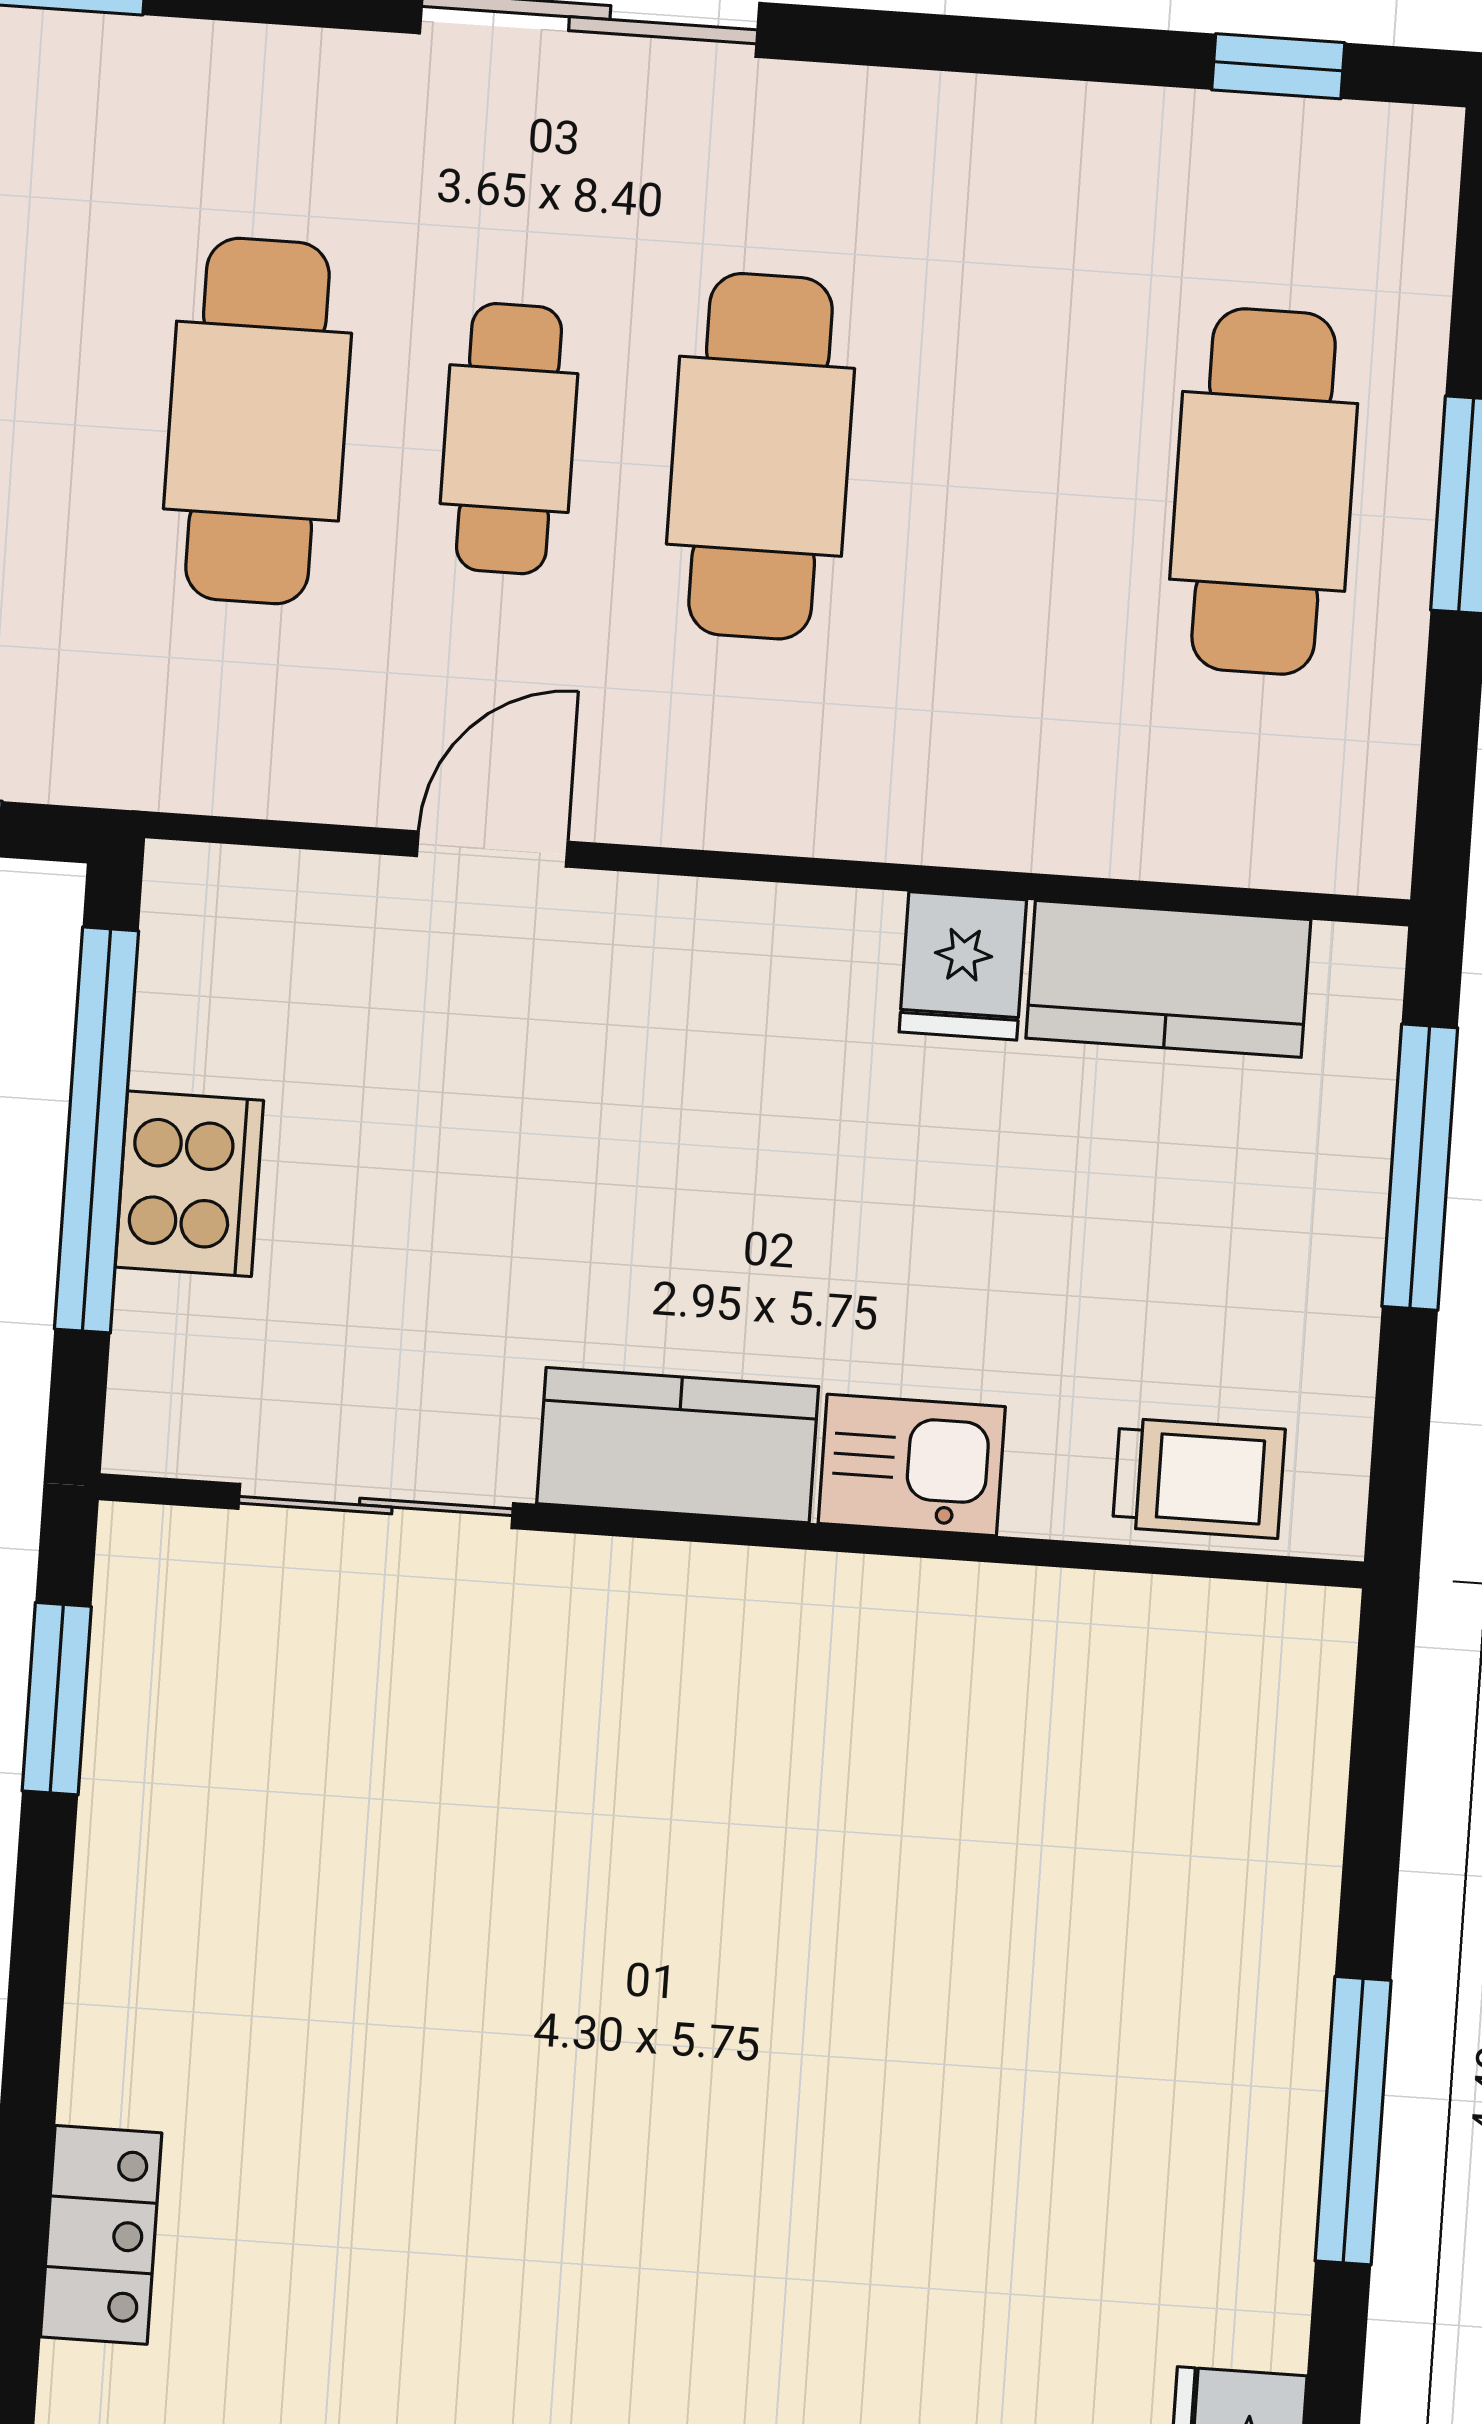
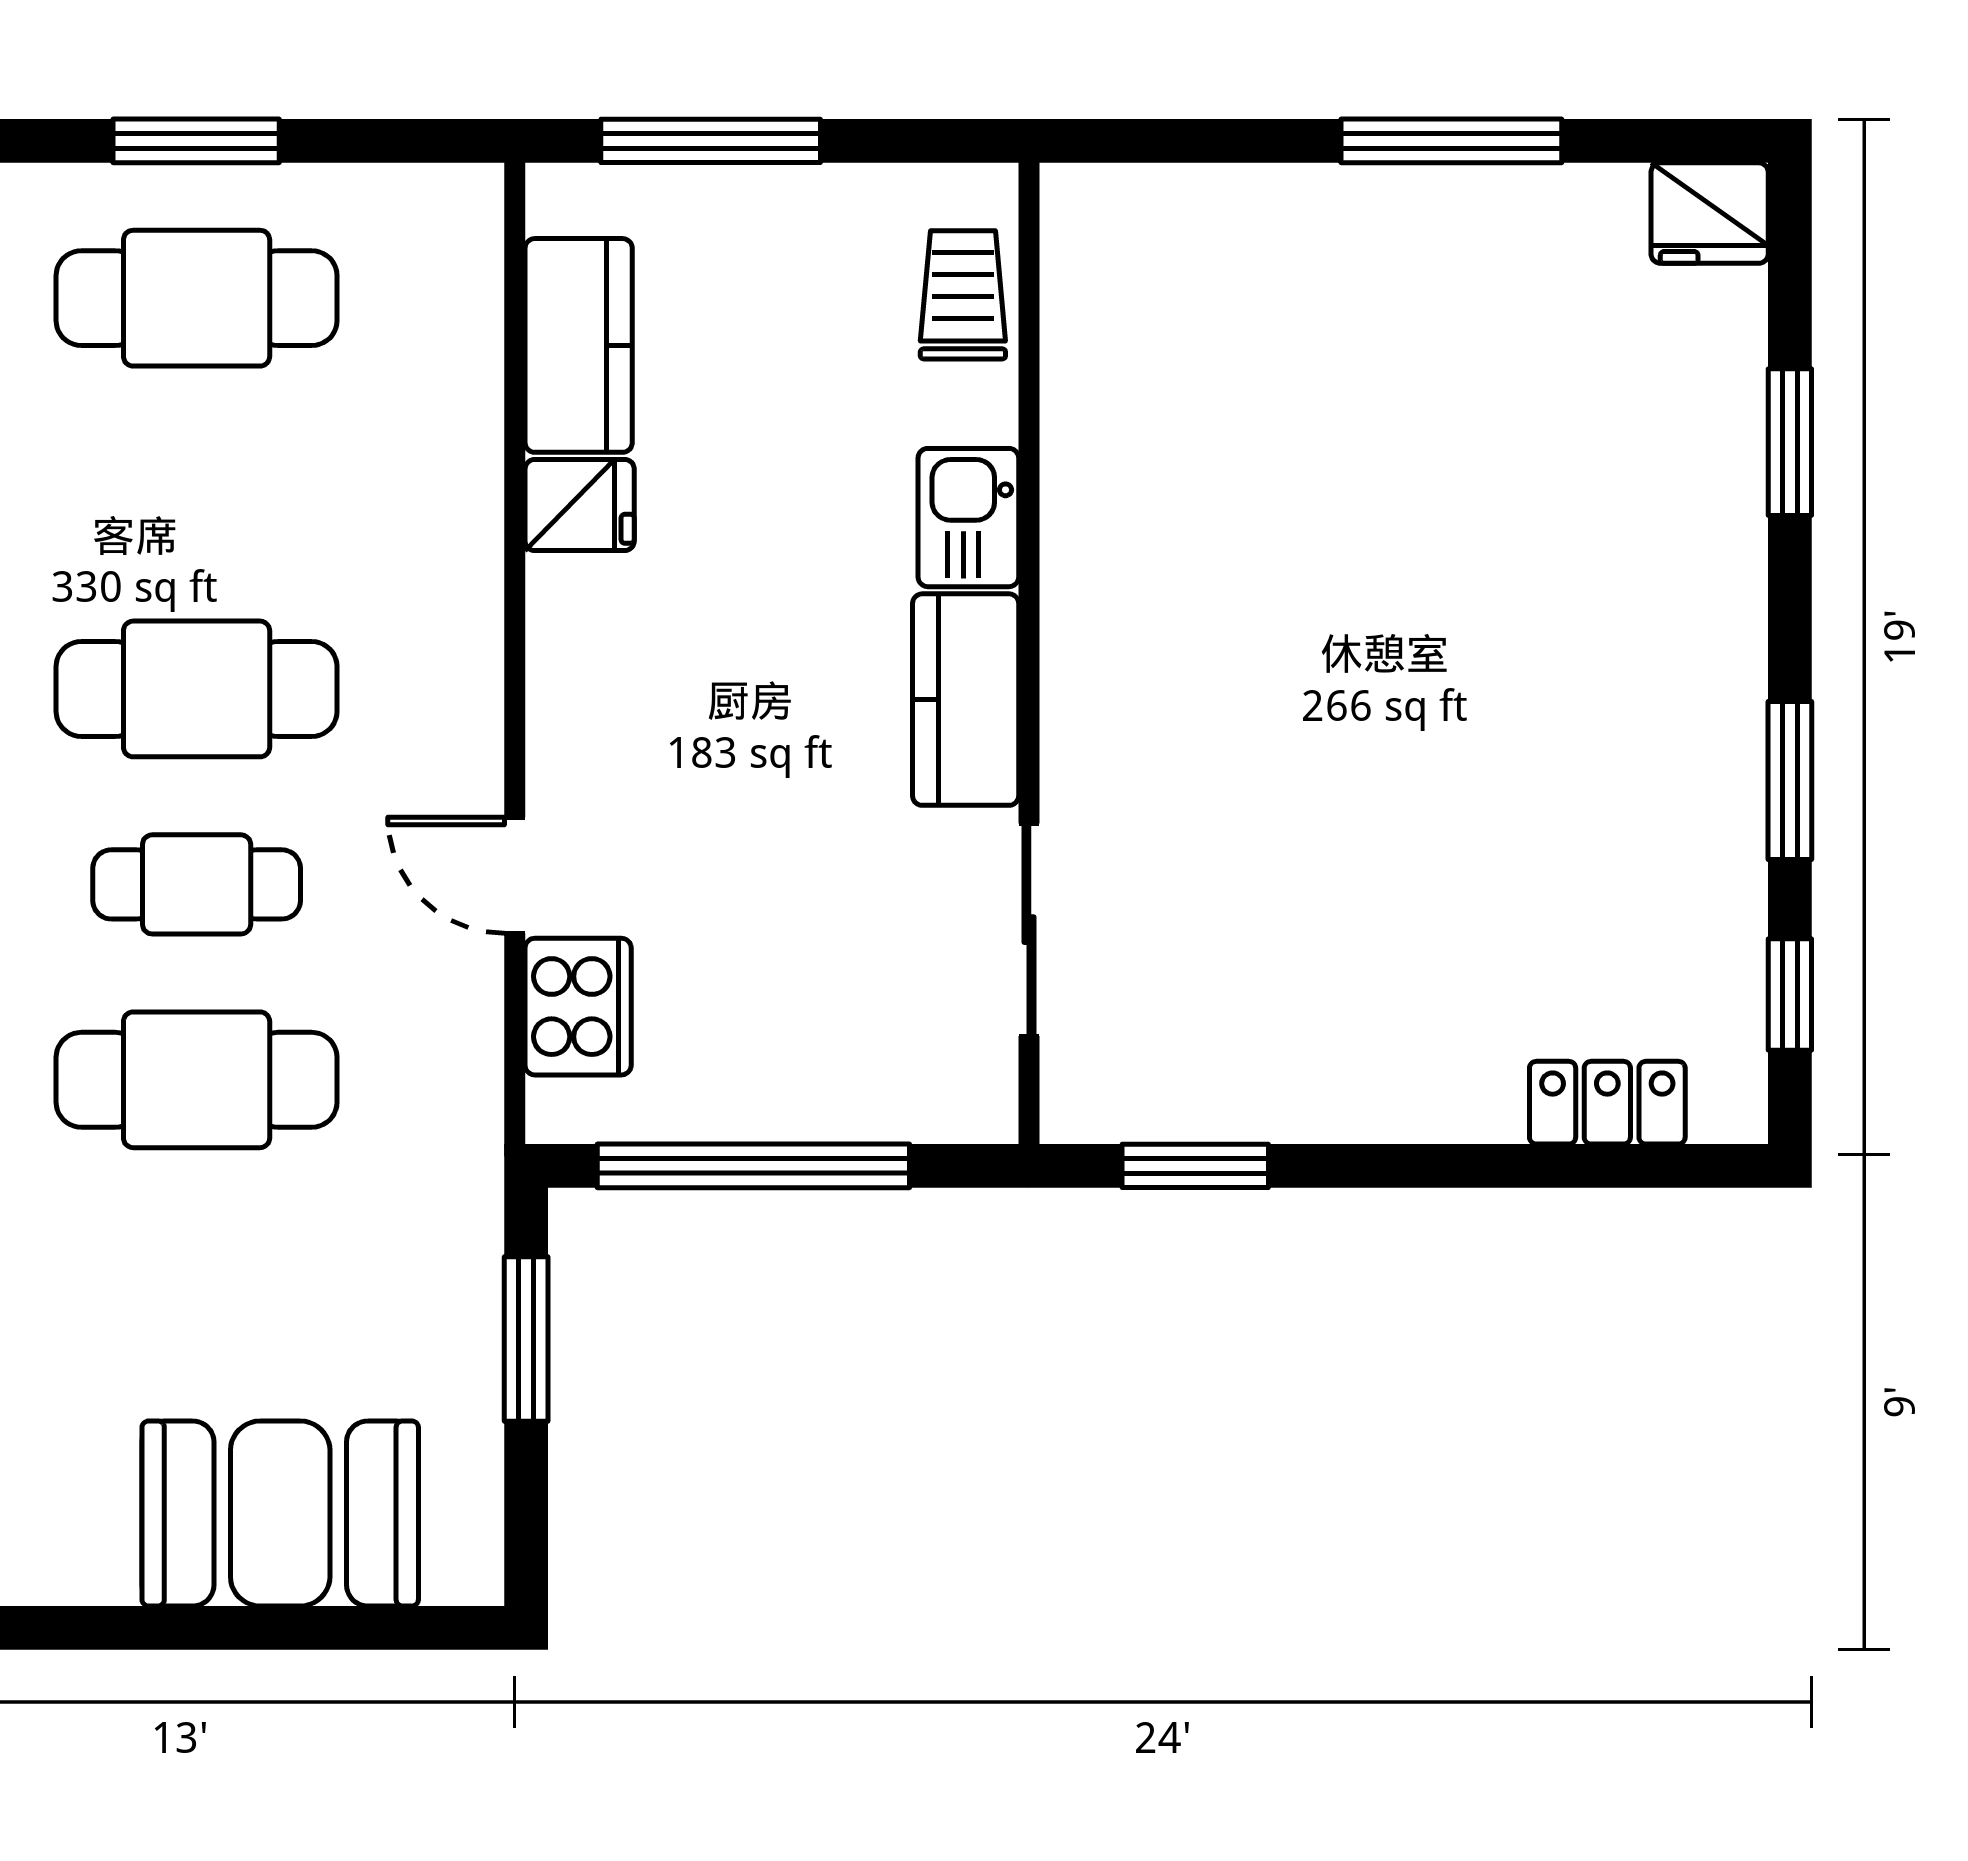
cooker: (189, 1184) -> (578, 1007), moved, turned 90

